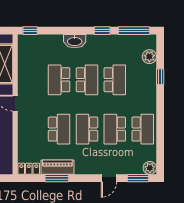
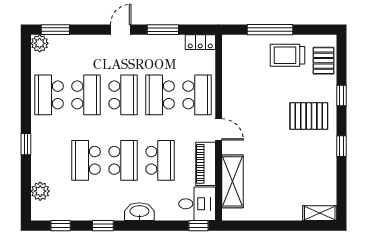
window: (134, 31) -> (61, 226), width x0.46
desk: (31, 47) -> (197, 204), added
window: (160, 77) -> (26, 144), moved
school desk: (87, 80) -> (123, 160), turned 180
school desk: (31, 129) -> (197, 95), added
piano: (57, 167) -> (206, 164), moved, turned 90
door: (109, 178) -> (121, 30), moved

